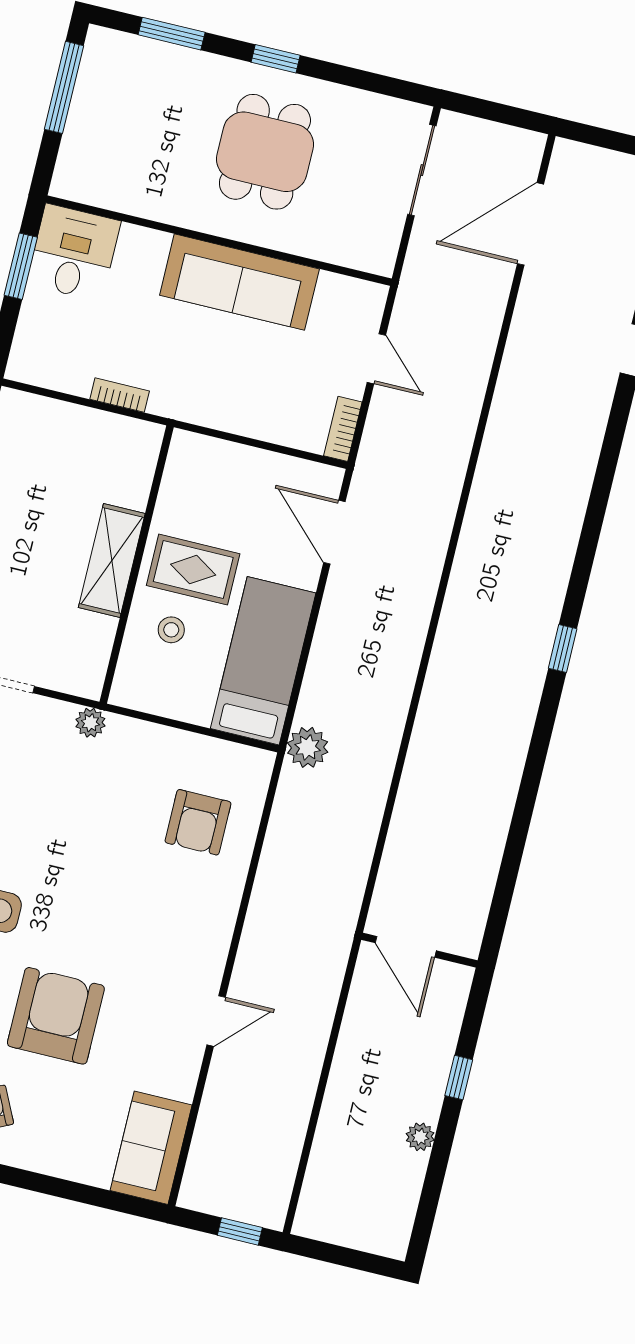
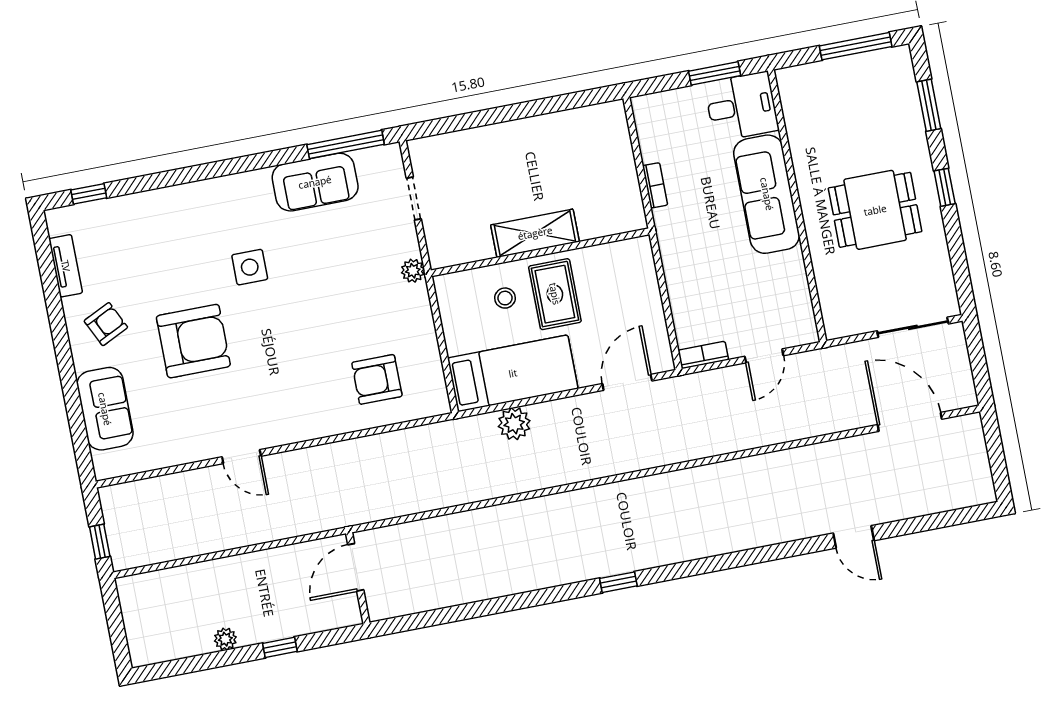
sofa: (239, 282) -> (767, 194), moved
plant: (308, 747) -> (514, 424), moved
sofa: (151, 1148) -> (105, 409), moved, turned 90

